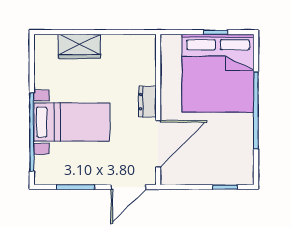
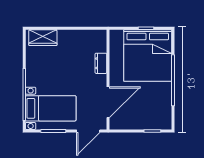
wardrobe: (79, 46) -> (43, 38), moved
dresser: (147, 102) -> (101, 63), moved
bed with nightstands: (72, 122) -> (51, 108), moved

